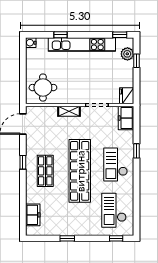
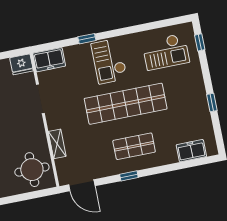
shelving: (69, 111) -> (57, 144), moved
checkout: (116, 165) -> (109, 61), turned 90

